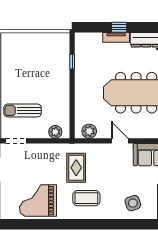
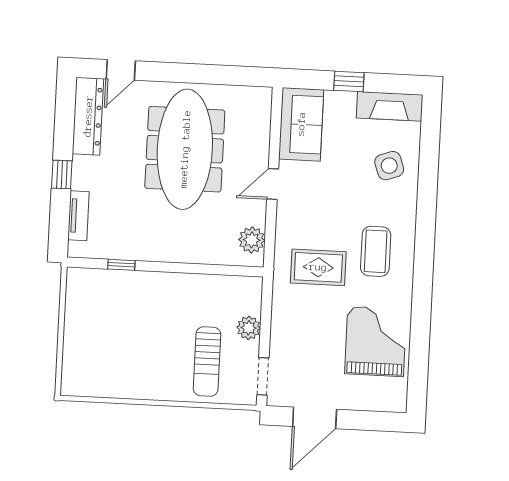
tv unit: (116, 37) -> (79, 216), moved
plant: (55, 132) -> (249, 328), moved
grand piano: (38, 201) -> (376, 341), turned 180

